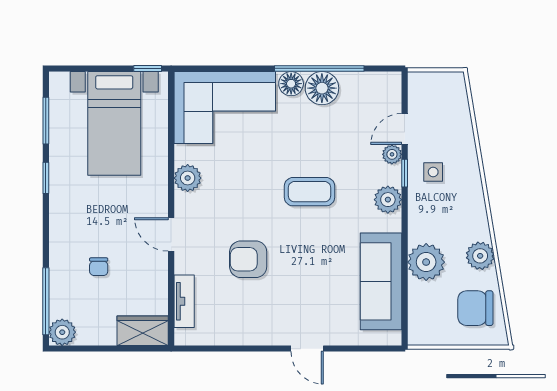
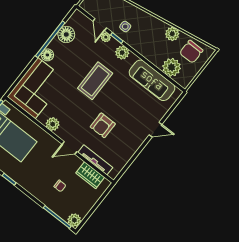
floor lamp: (322, 88) -> (66, 34), moved
coffee table: (309, 192) -> (95, 81), width x1.36, depth x1.32
plant: (426, 262) -> (172, 67), moved
tv unit: (184, 301) -> (95, 160), width x1.41
wardrobe: (143, 331) -> (90, 175), moved, turned -90

